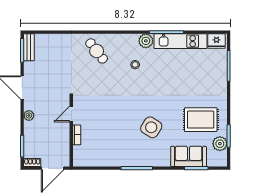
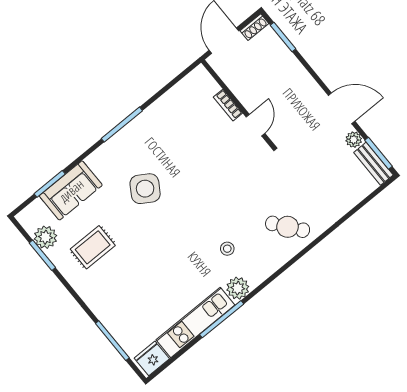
plant: (29, 115) -> (354, 140), moved
rug: (201, 120) -> (93, 247), width x0.73, depth x0.70

